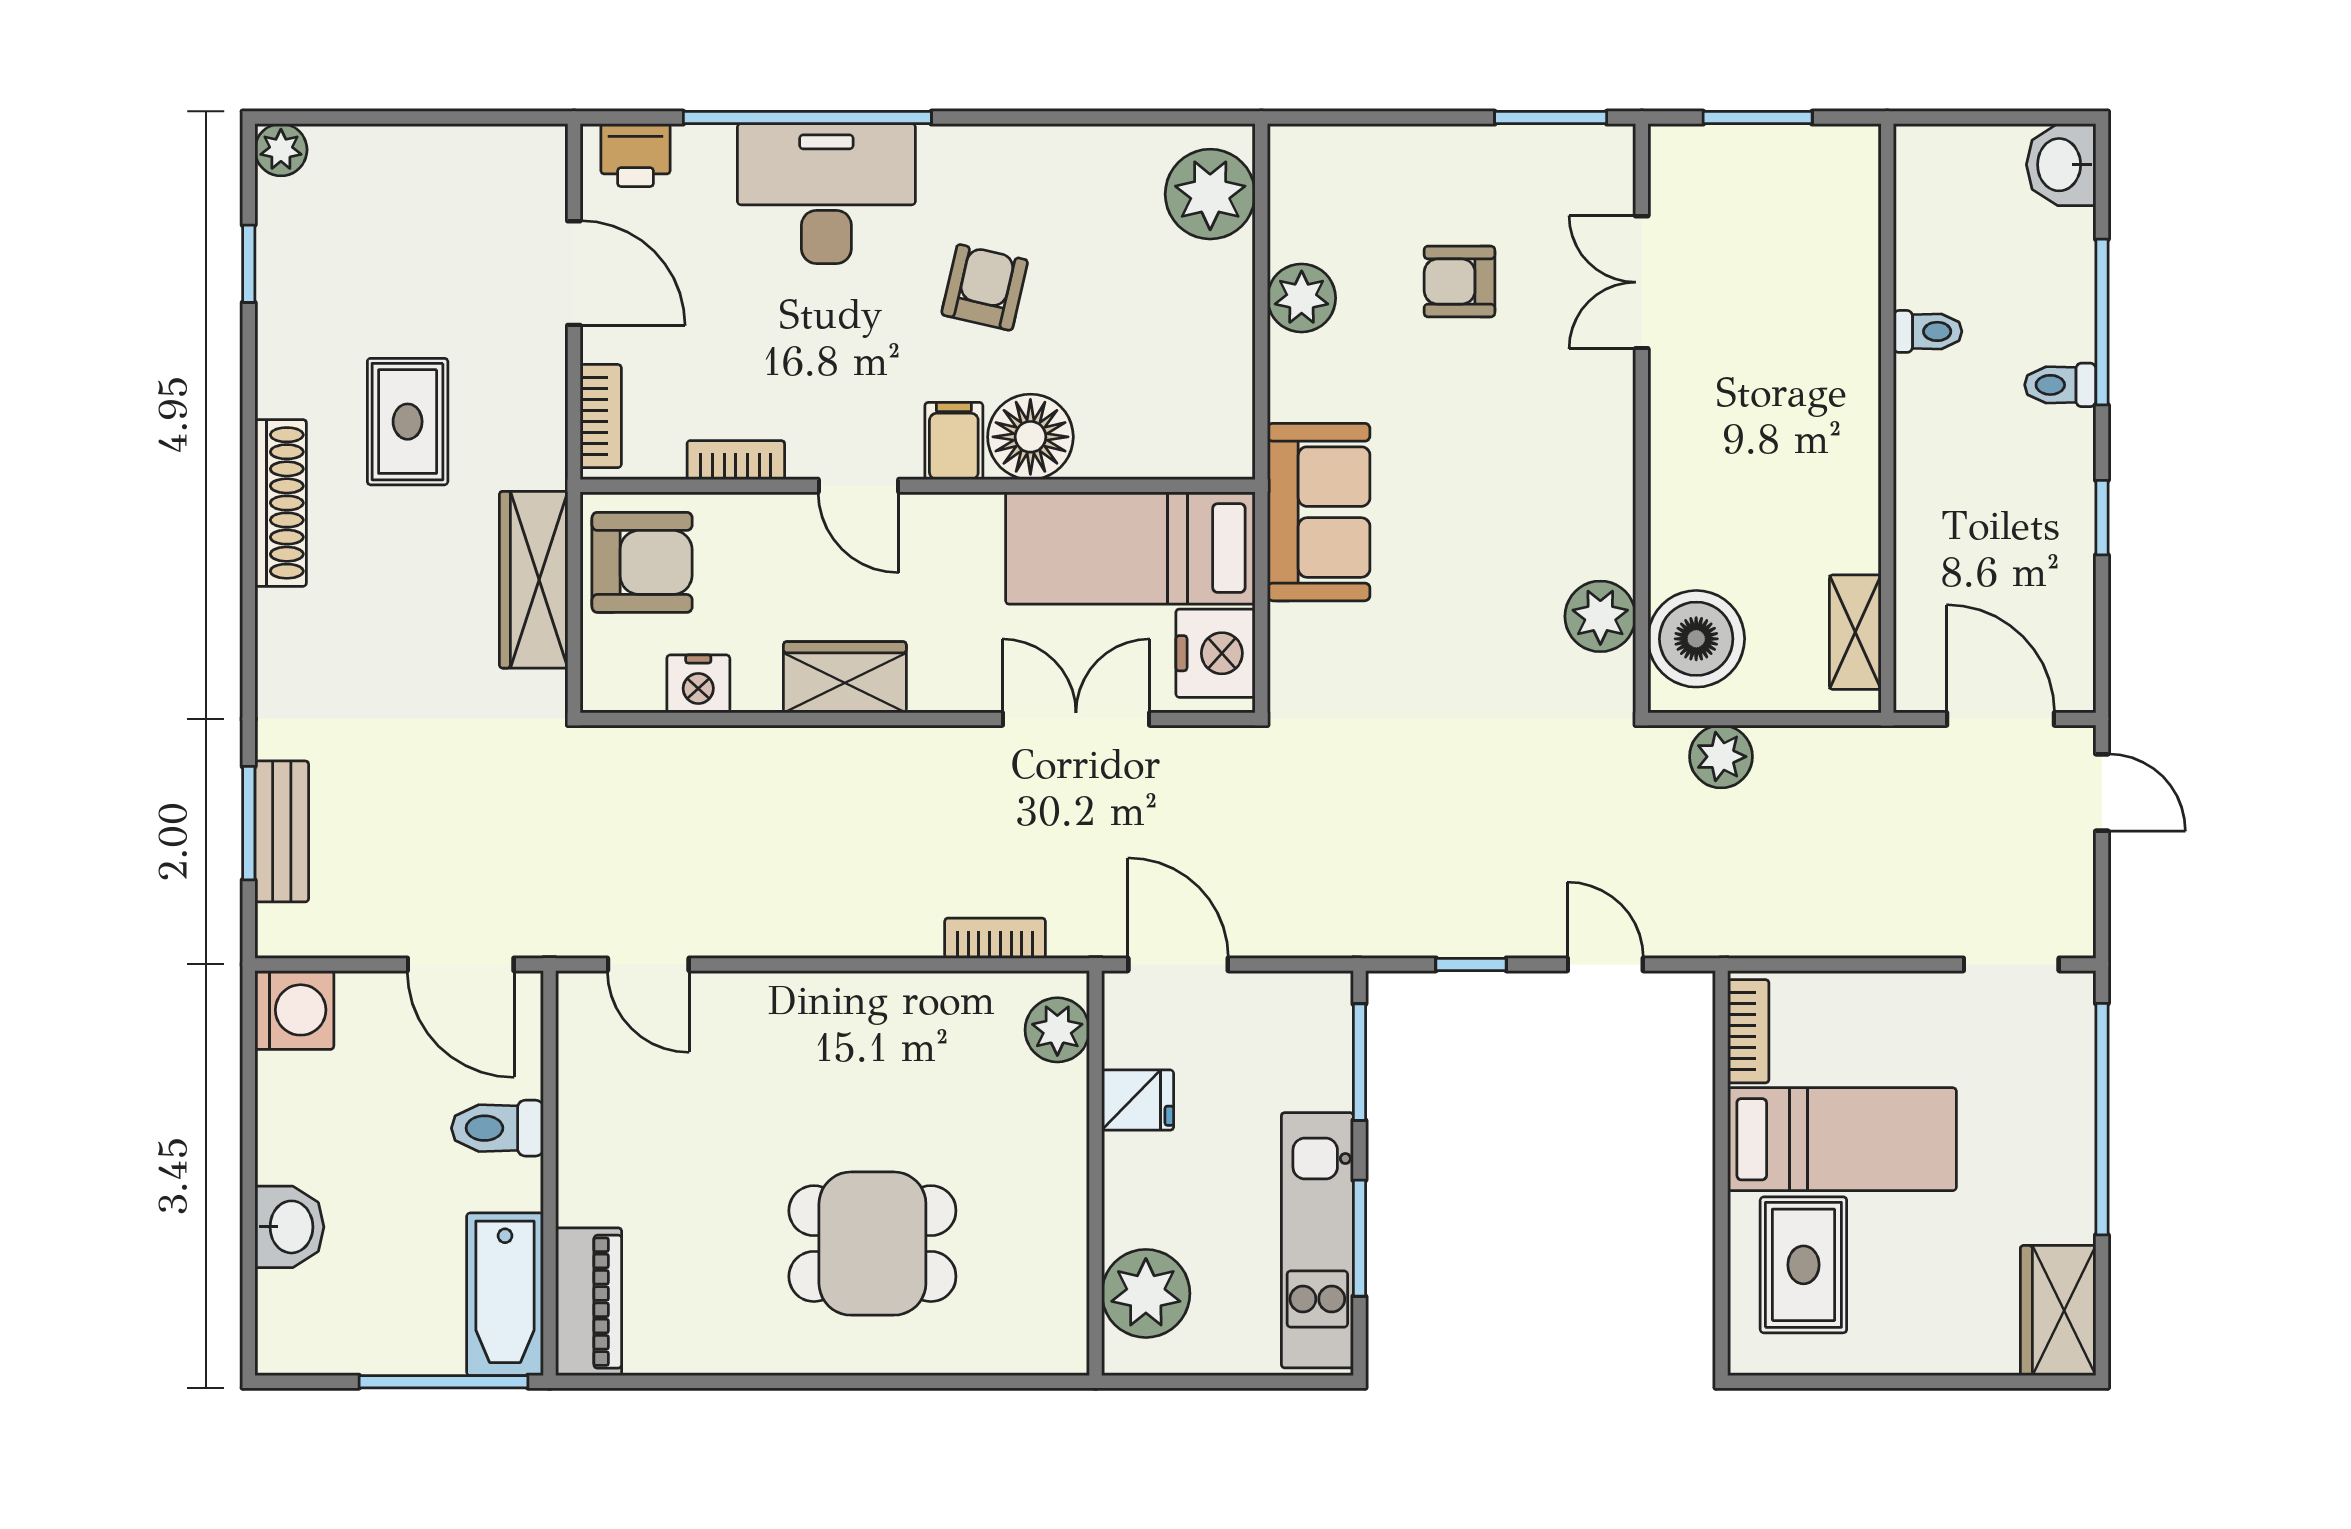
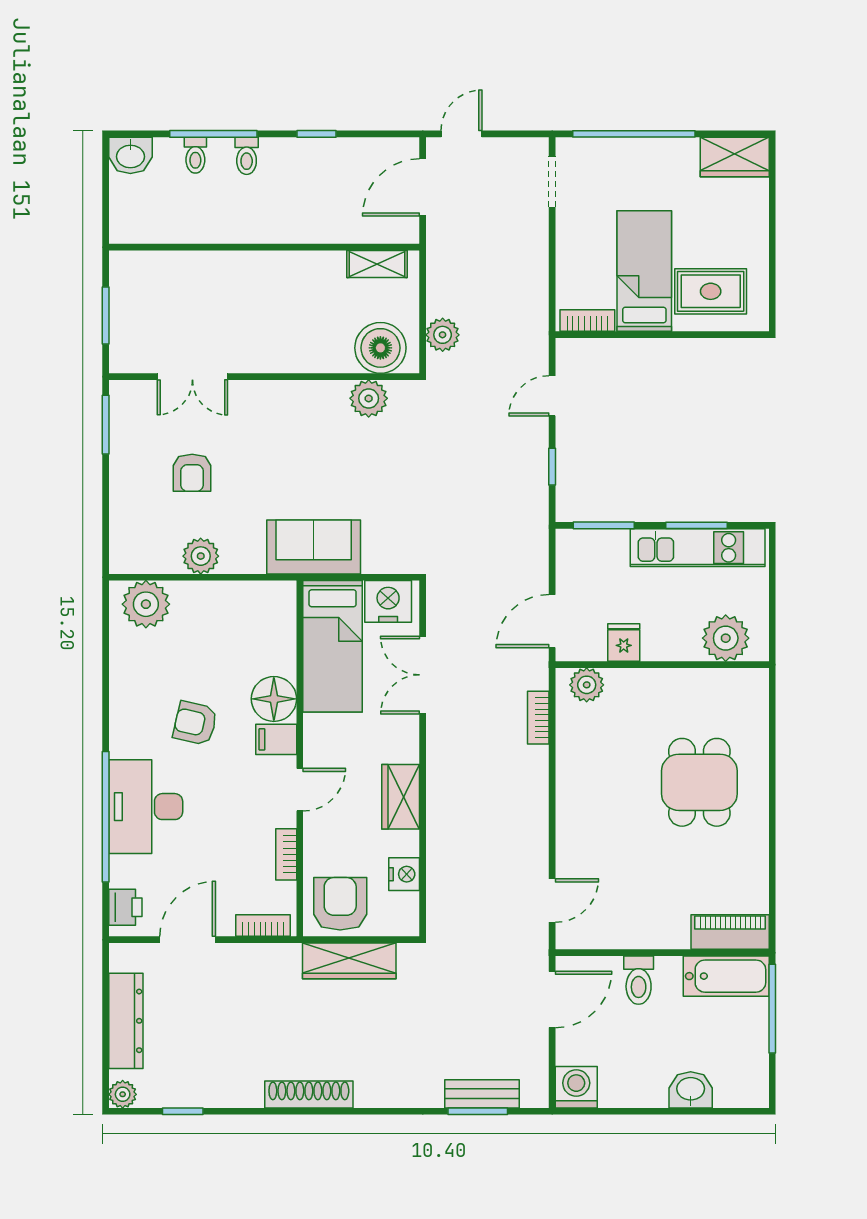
dresser: (420, 156) -> (126, 1021), added
toilet: (1928, 331) -> (195, 155), moved, turned 180
rug: (408, 422) -> (266, 1027), removed

